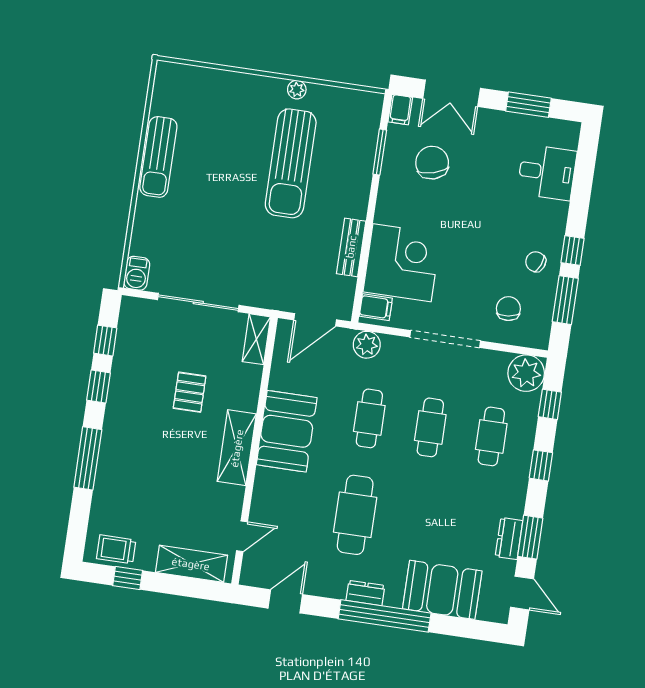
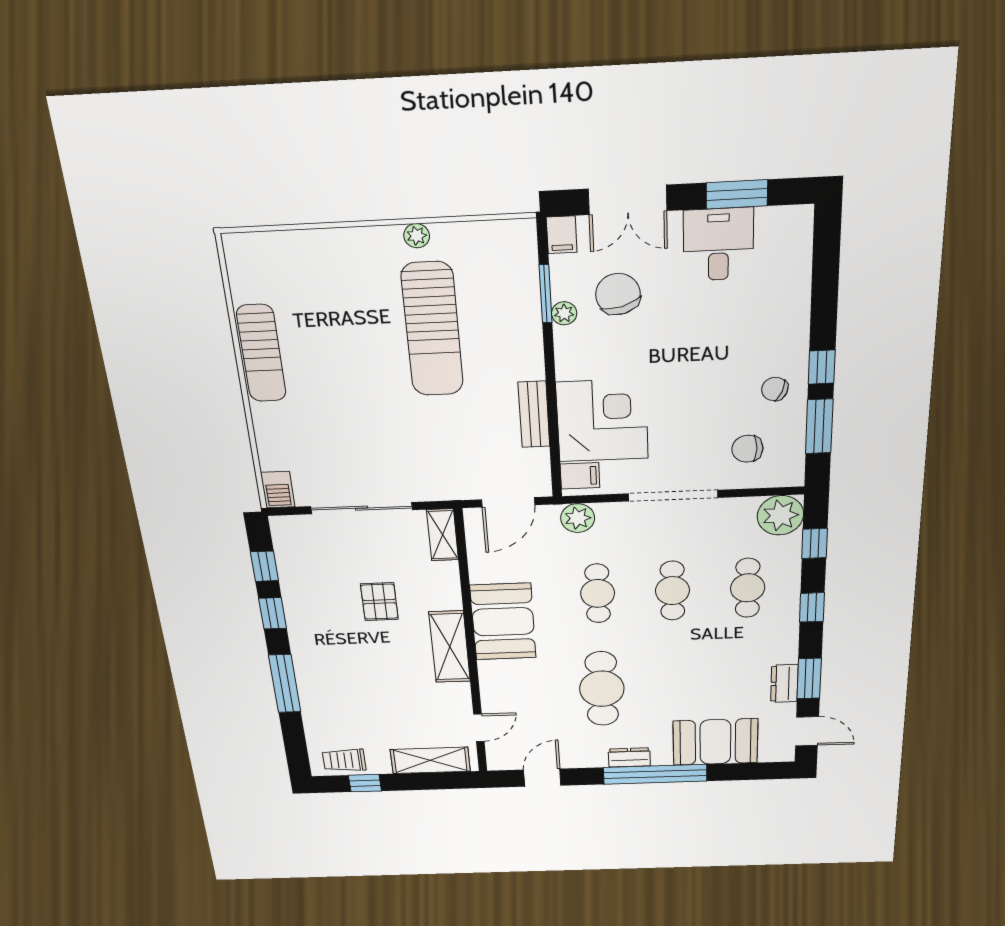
plant: (390, 170) -> (564, 313), added
desk: (547, 172) -> (718, 245), moved, turned -90
chair: (508, 309) -> (747, 449), turned -83

